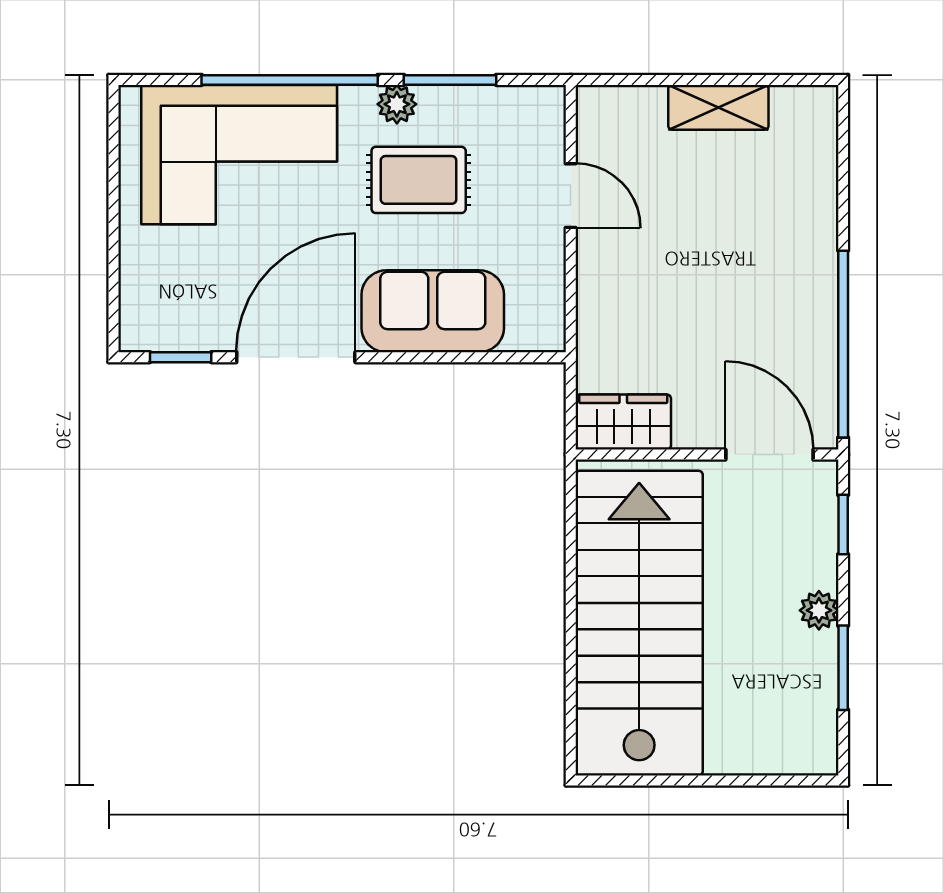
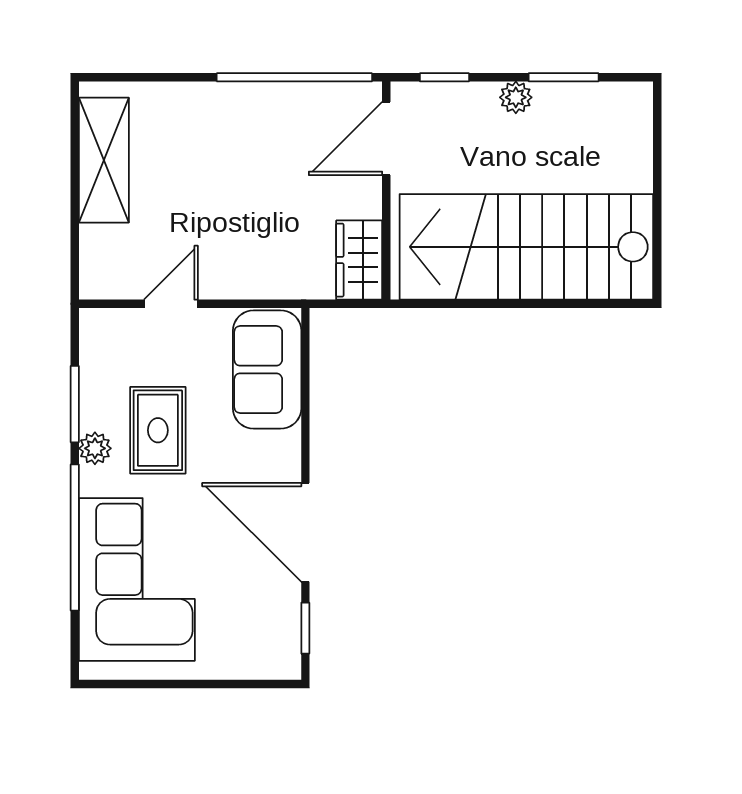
shelving: (718, 107) -> (104, 160), width x1.50, depth x1.33
sofa: (433, 311) -> (267, 370), moved

